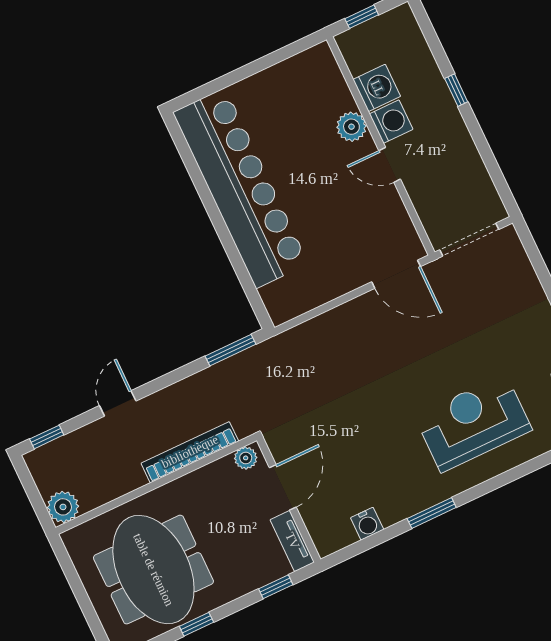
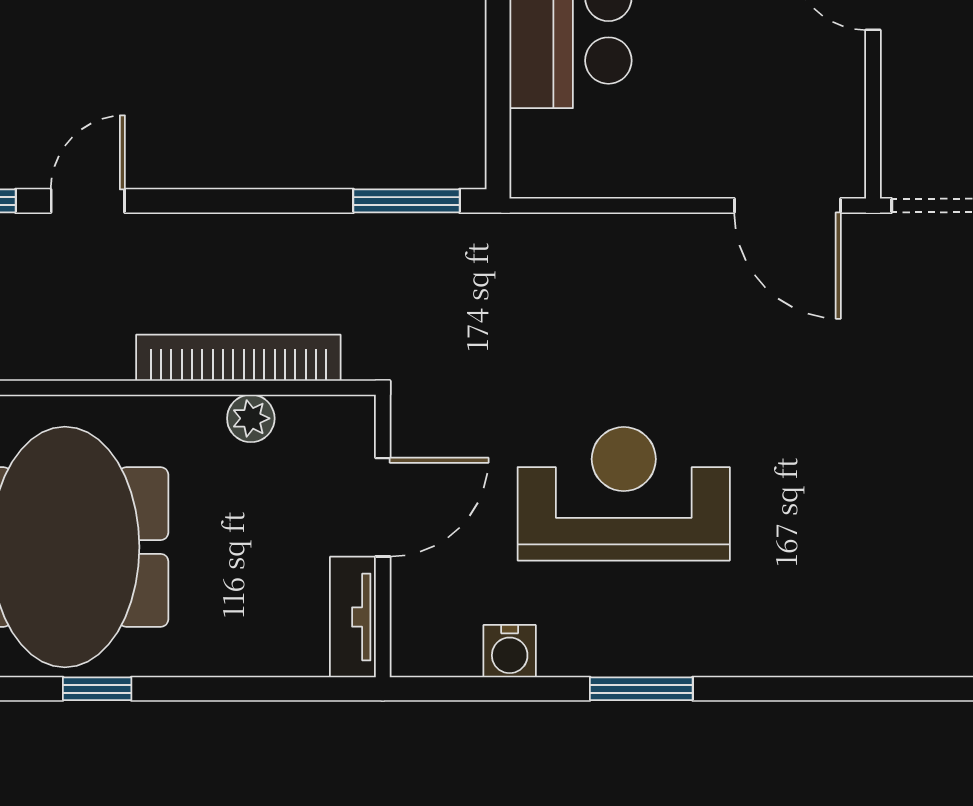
door: (118, 403) -> (88, 201), moved
reception desk: (473, 423) -> (624, 494), moved
plant: (246, 458) -> (251, 418), moved
window: (276, 587) -> (281, 689), removed

